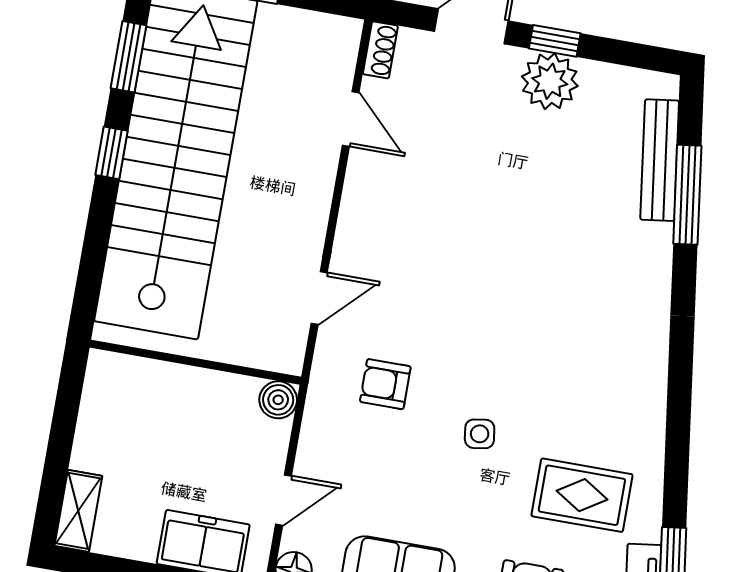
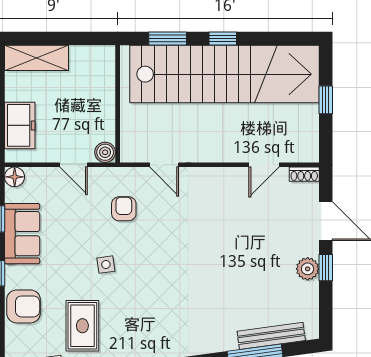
window: (128, 57) -> (168, 39), moved
plant: (550, 81) -> (308, 269), width x0.73, depth x0.73
door: (284, 500) -> (74, 165), moved
shelving: (78, 511) -> (37, 58), width x1.50, depth x1.33

